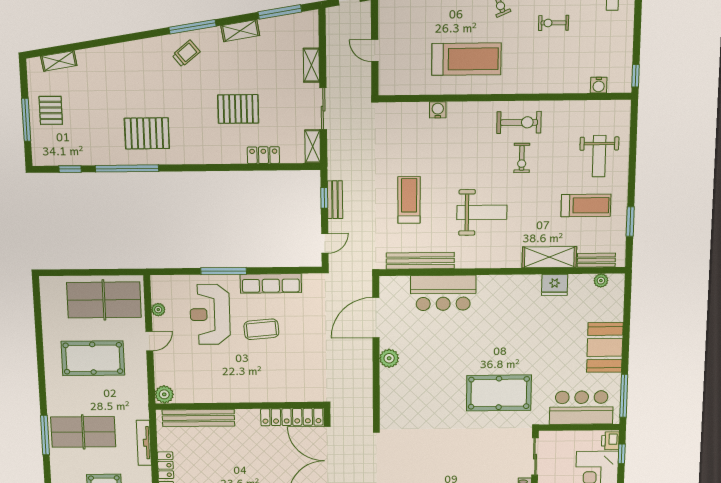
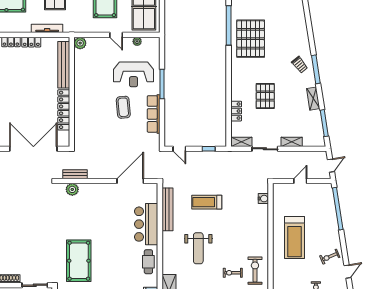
water cooler: (438, 110) -> (263, 199), moved
exercise bike: (519, 122) -> (255, 271), turned 180
pallet: (147, 133) -> (251, 39), width x1.37, depth x1.41
bench: (335, 200) -> (75, 174), moved
treadmill: (409, 200) -> (207, 202), turned 180
cafe table: (502, 289) -> (148, 262), added
reception desk: (210, 314) -> (133, 74), turned 180
door: (376, 318) -> (130, 181), hinge flipped
plant: (389, 358) -> (72, 189), moved
locker: (292, 417) -> (64, 110), moved

